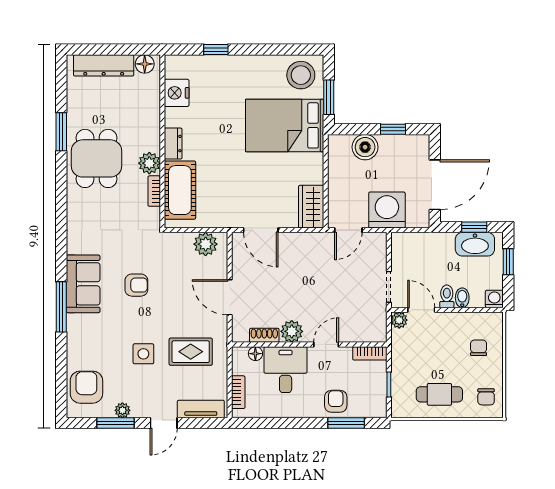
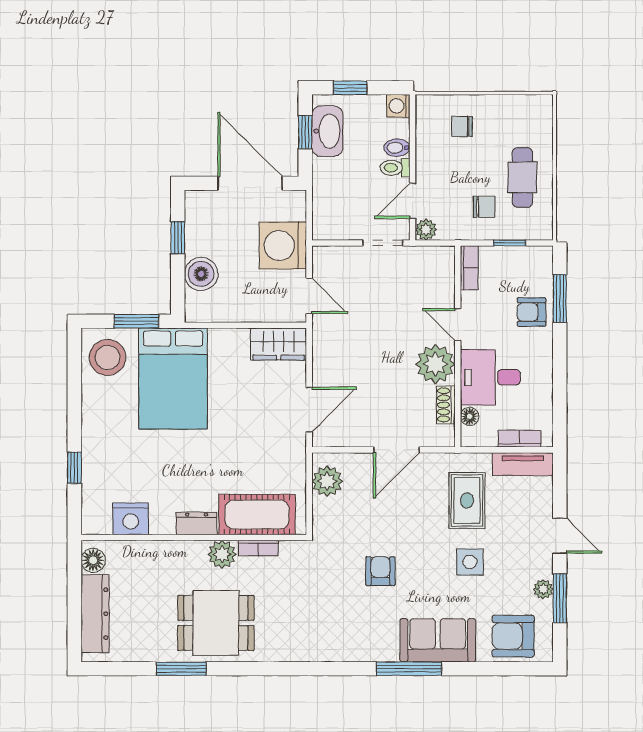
sofa: (83, 284) -> (438, 640), moved
plant: (292, 331) -> (435, 364), width x1.36, depth x1.36
chair: (486, 397) -> (484, 207), moved
tv unit: (201, 409) -> (523, 464), moved, turned -90

